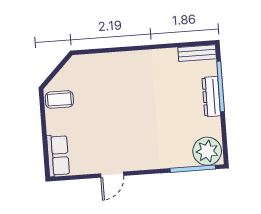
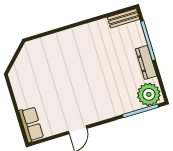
dresser: (211, 97) -> (146, 62), moved
coffee table: (59, 99) -> (22, 80), removed

